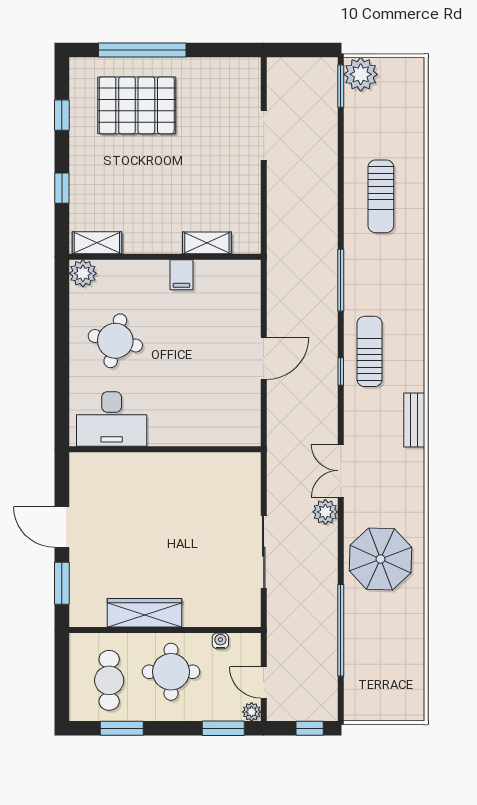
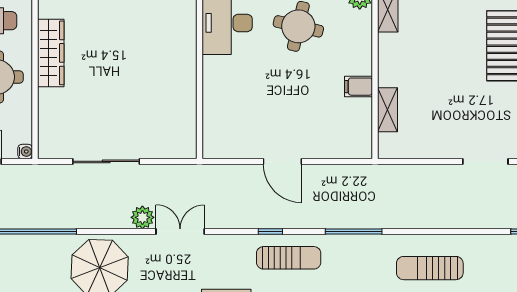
water cooler: (220, 641) -> (25, 152), moved

